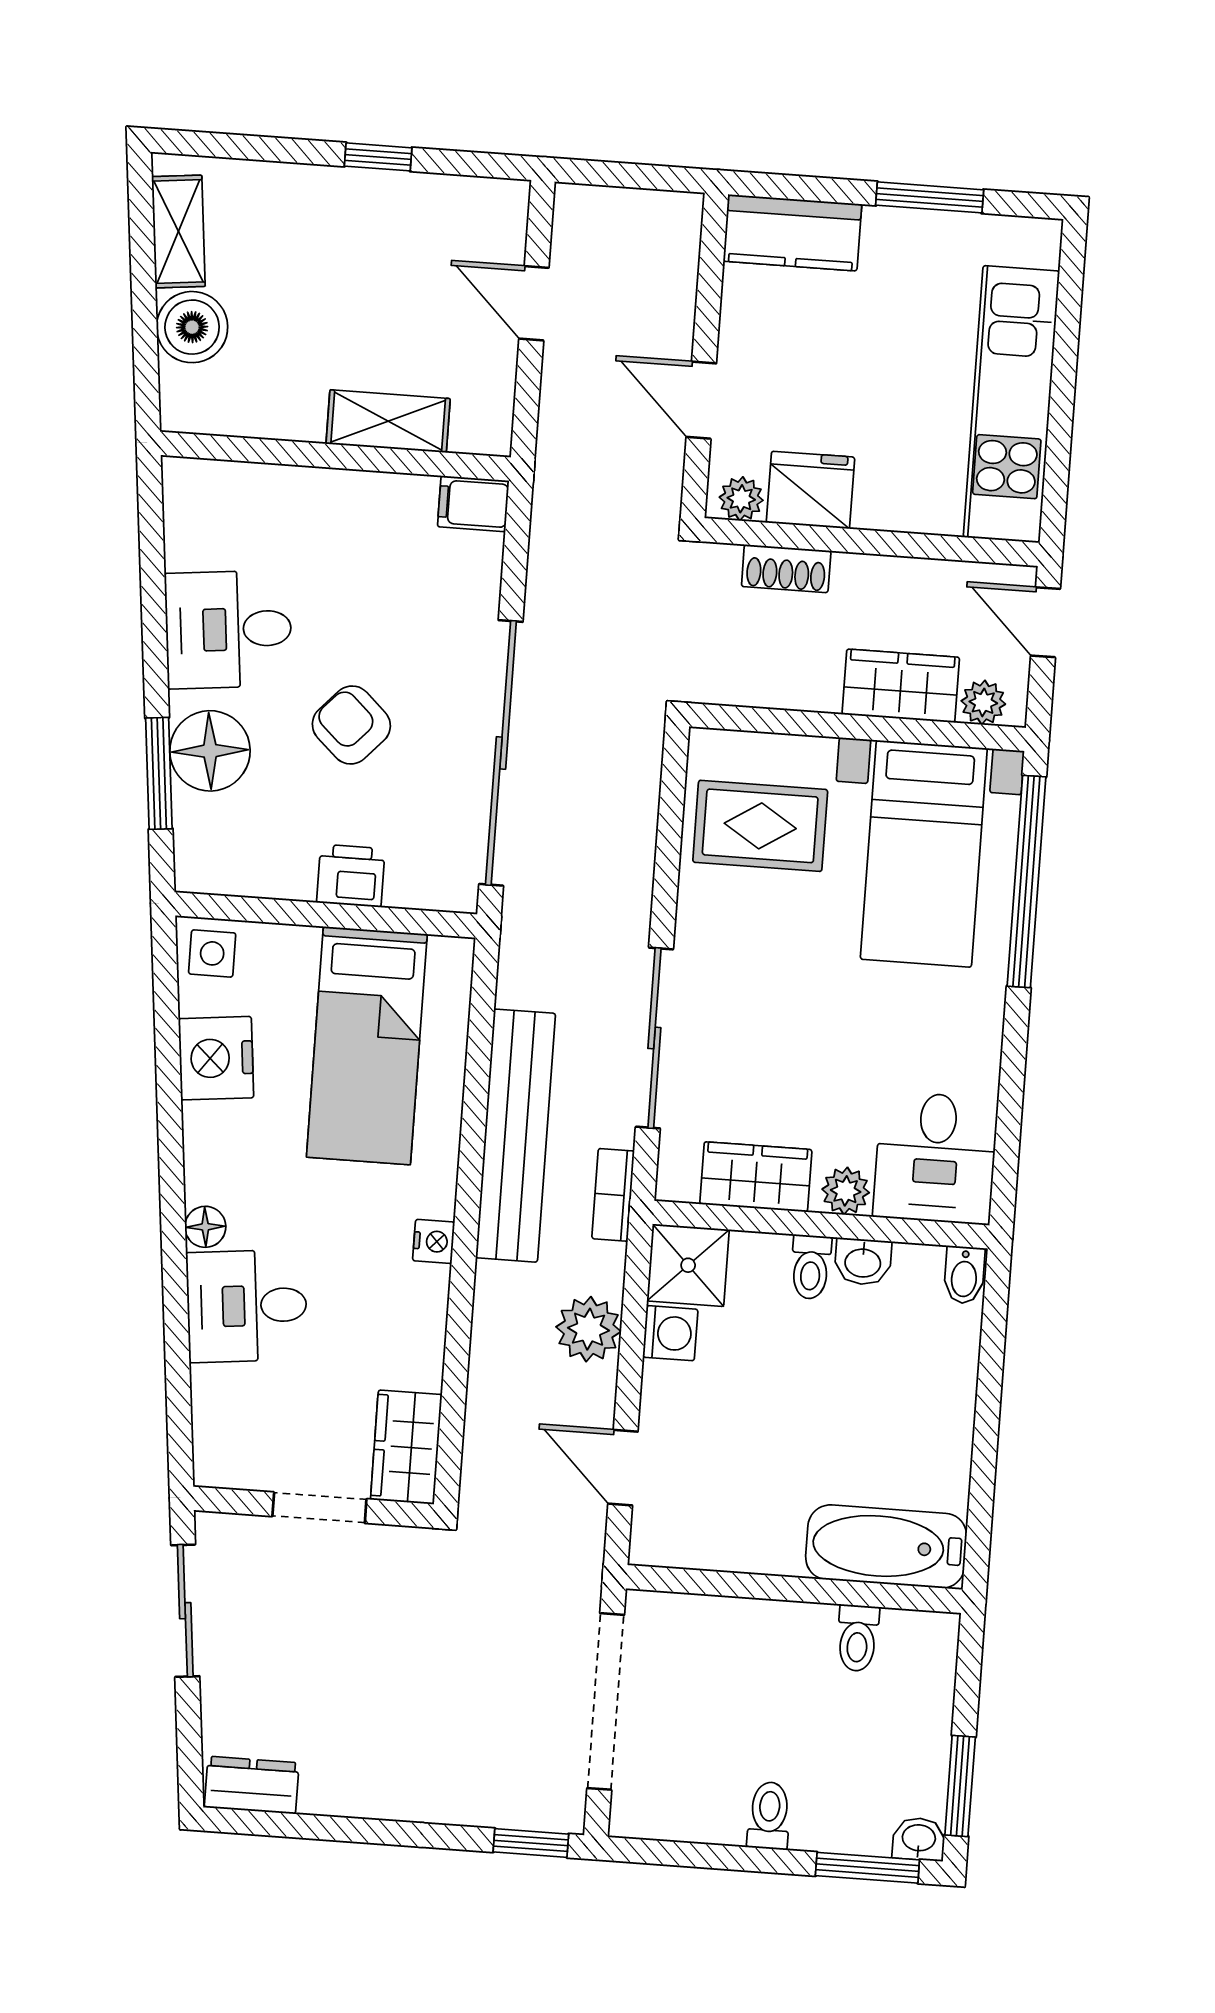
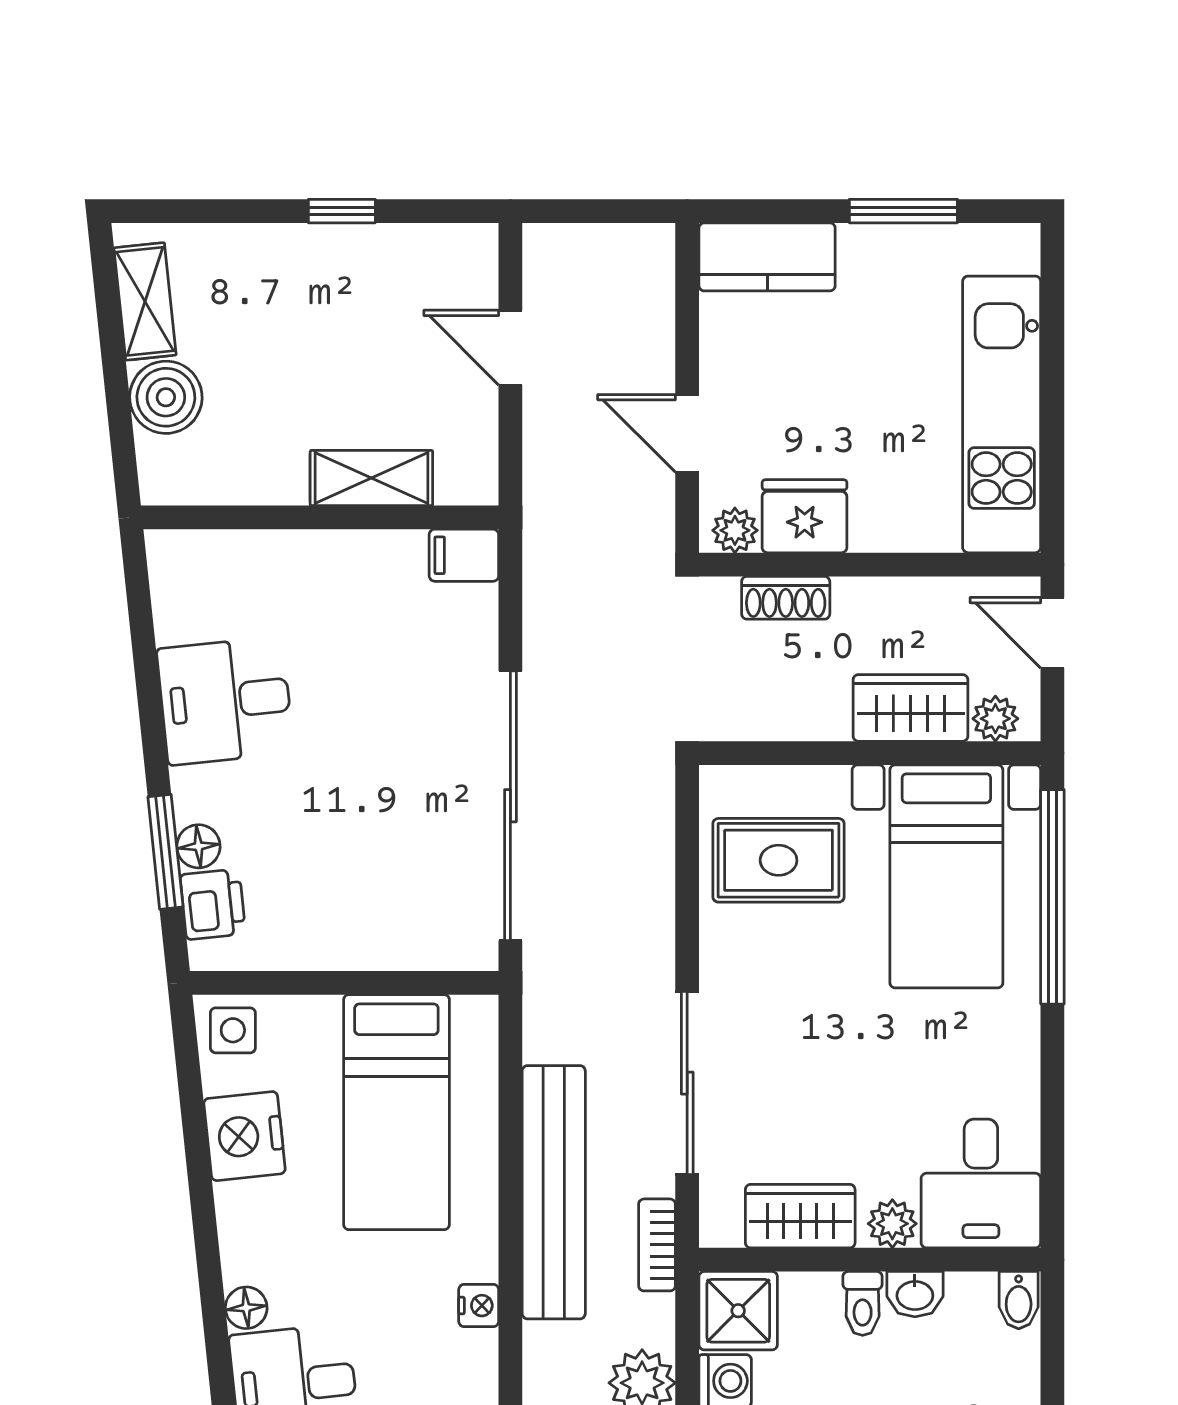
armchair: (351, 725) -> (357, 788), removed
floor lamp: (210, 751) -> (198, 846), width x0.53, depth x0.53
printer: (351, 876) -> (213, 904), moved, turned 84

